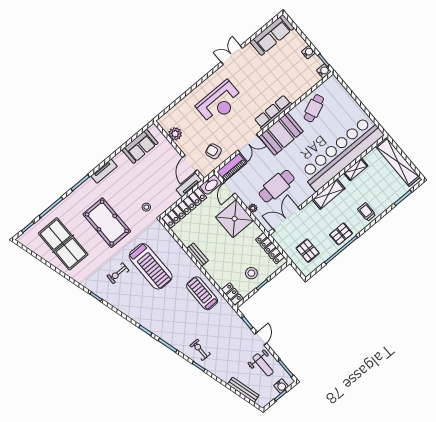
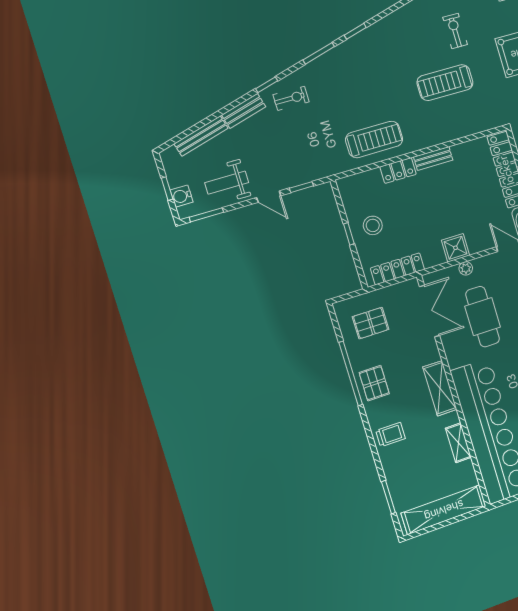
shower: (235, 219) -> (455, 248), width x0.54, depth x0.54
treadmill: (151, 266) -> (445, 83), width x0.73, depth x0.73
locker: (232, 294) -> (398, 170), moved
bench: (219, 373) -> (244, 111), added

